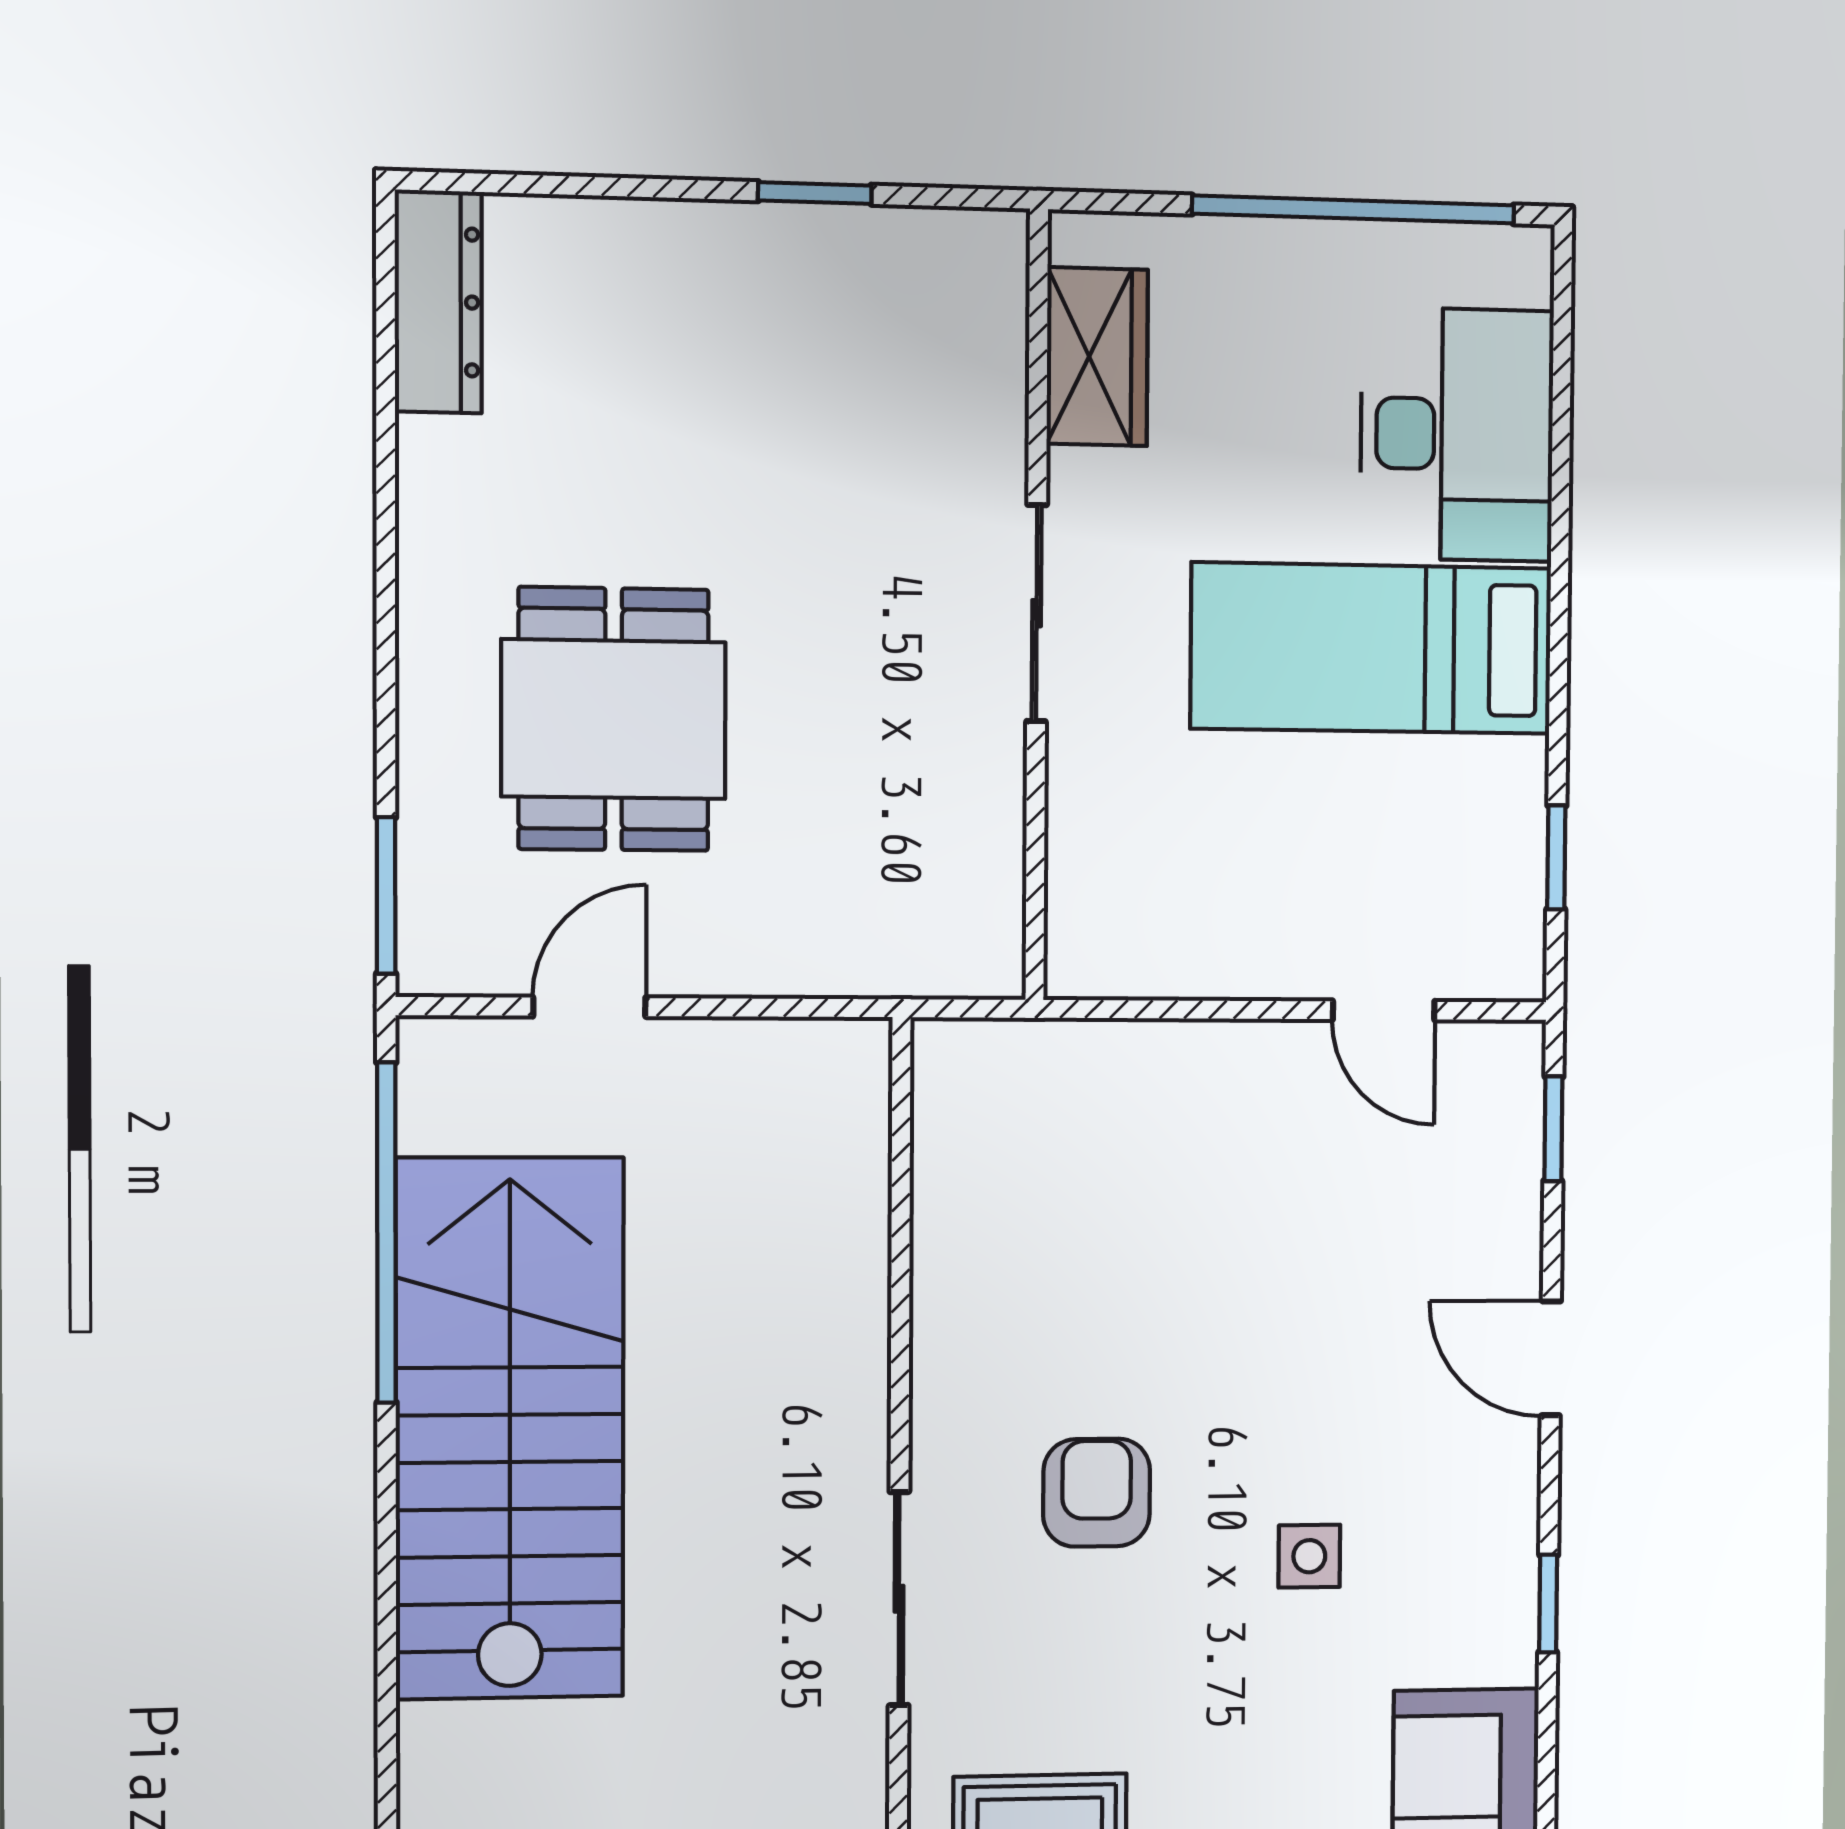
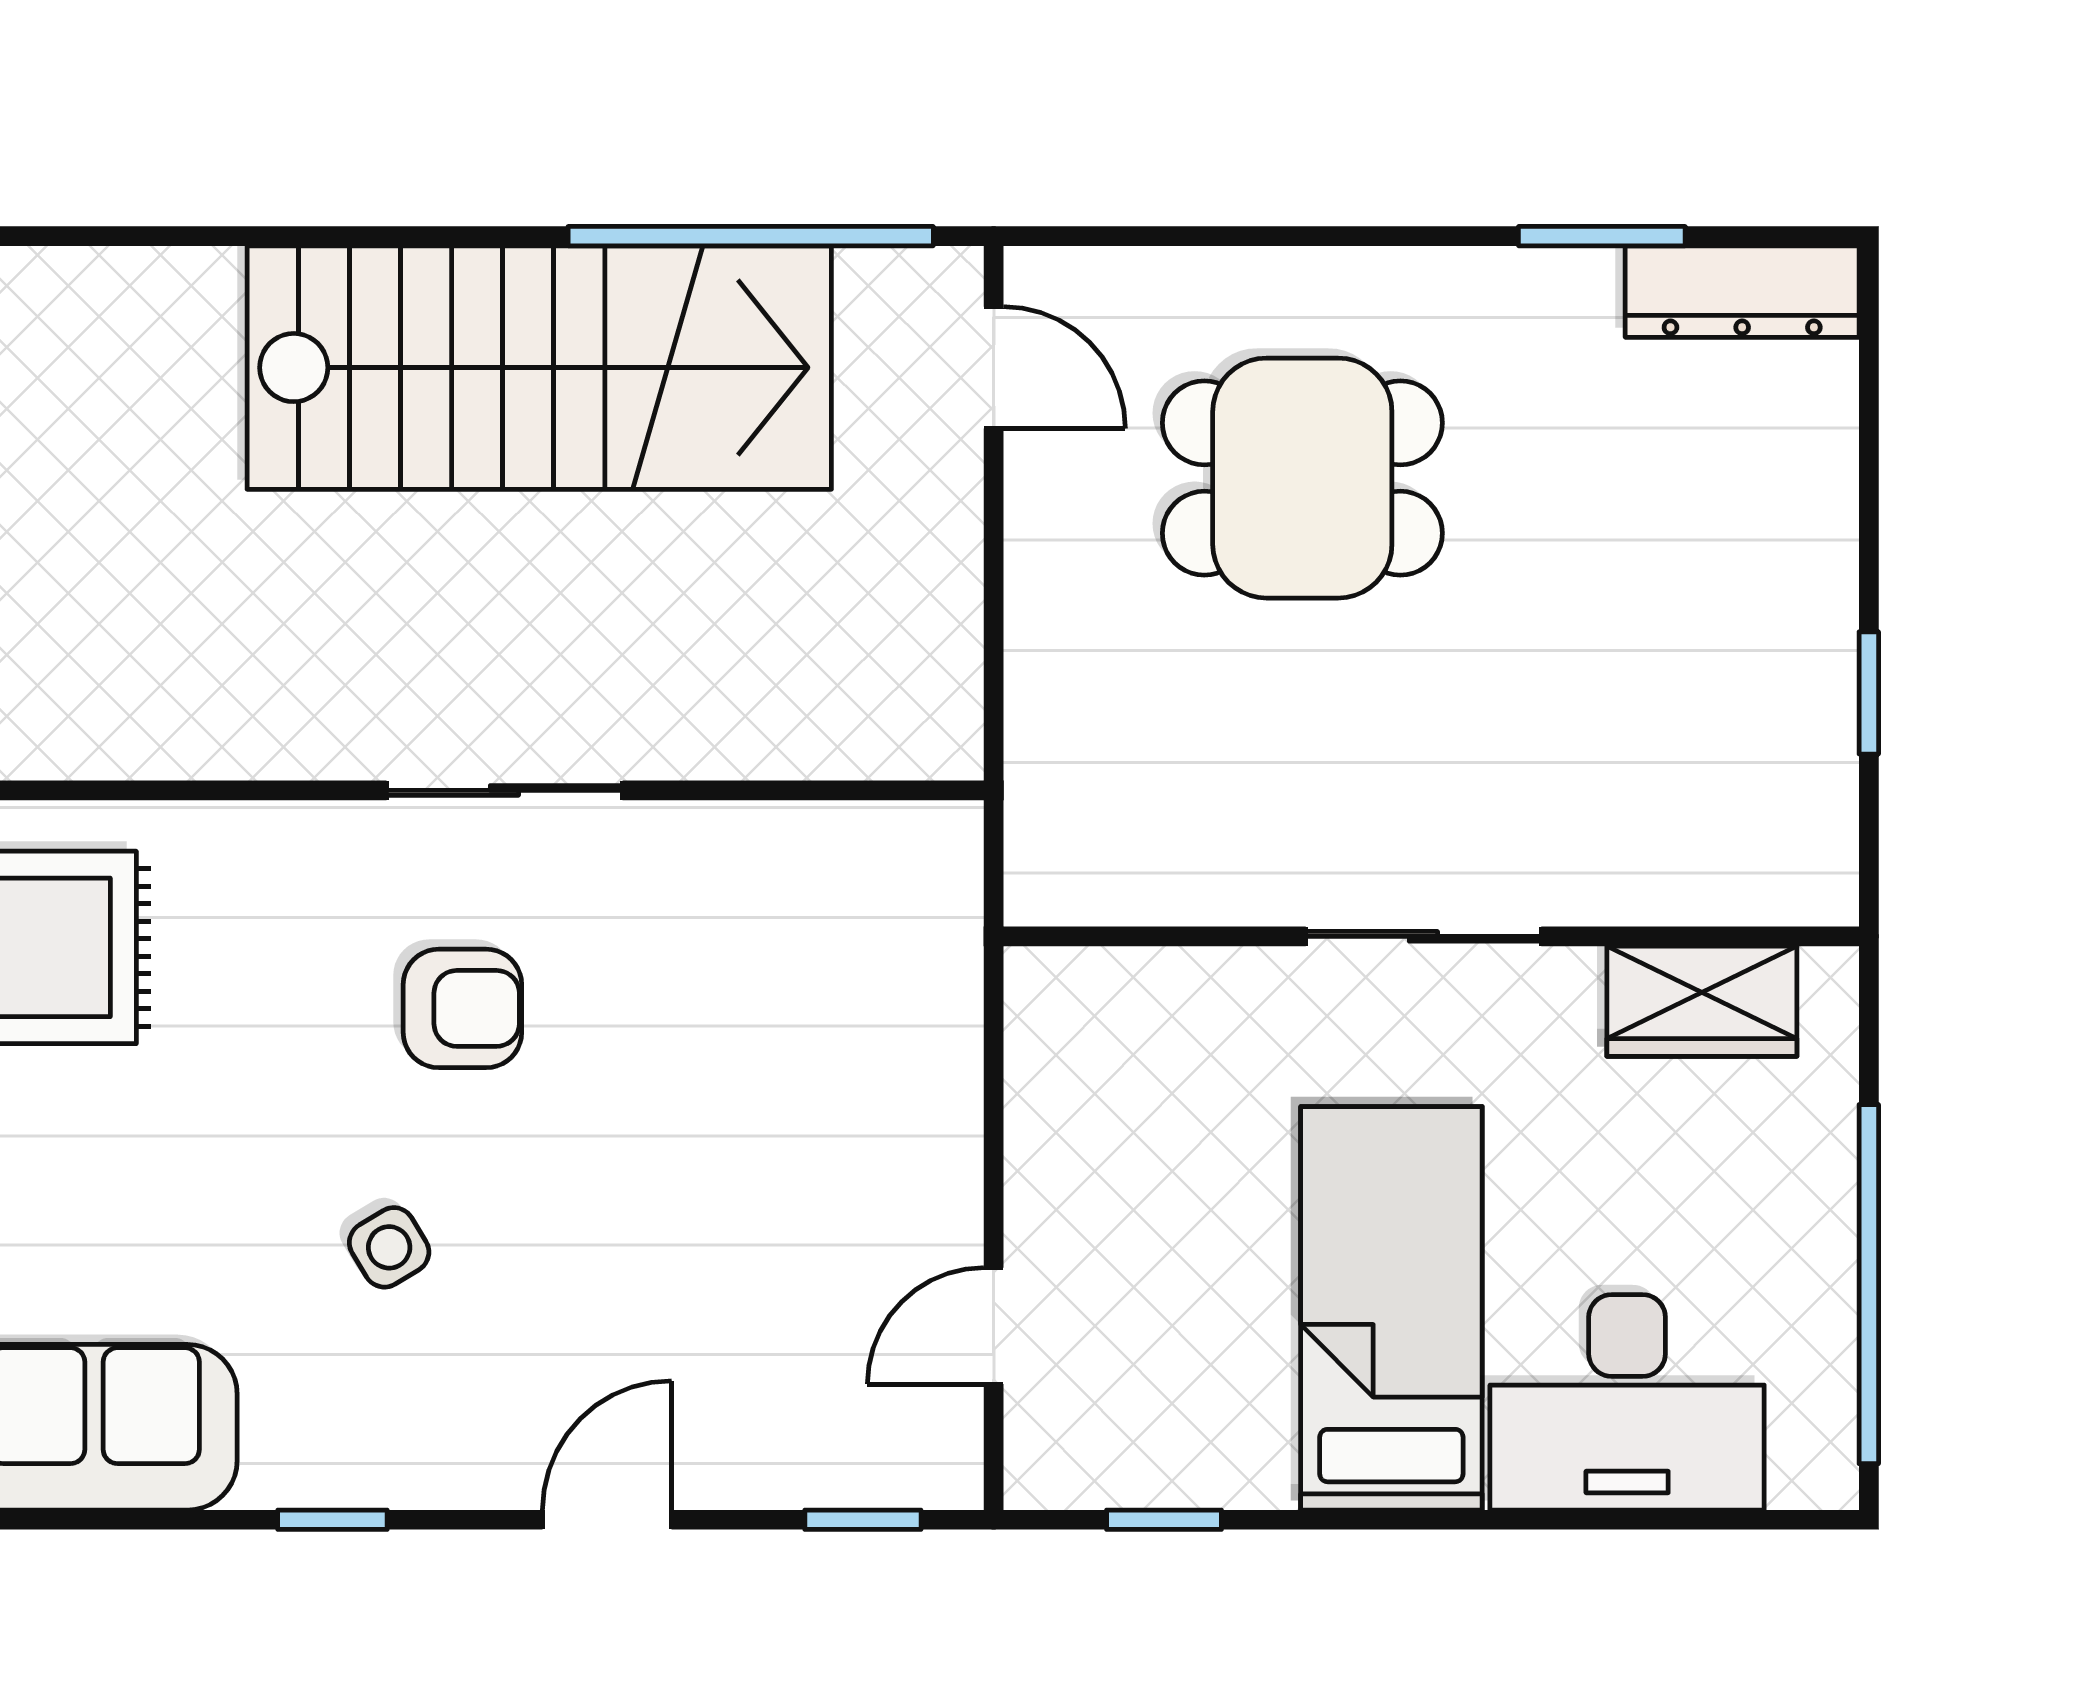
window: (386, 895) -> (1602, 236), moved
door: (589, 1007) -> (994, 368), moved
side table: (1309, 1556) -> (389, 1247), turned -31
sliding door: (899, 1599) -> (504, 790), moved

